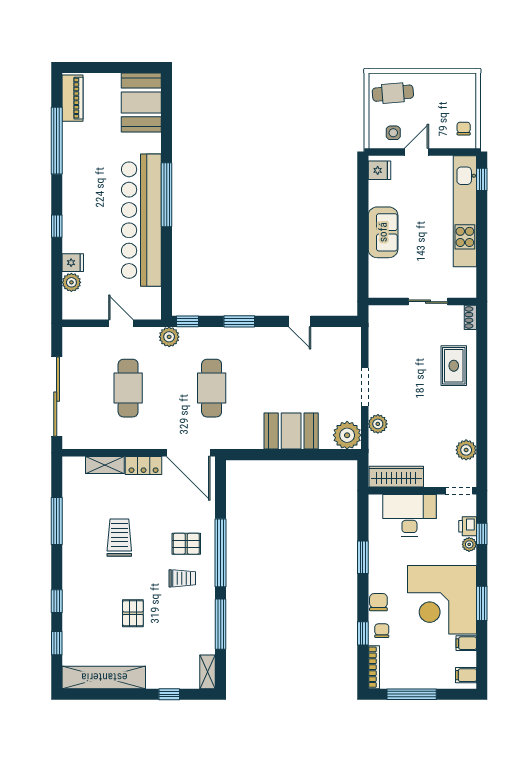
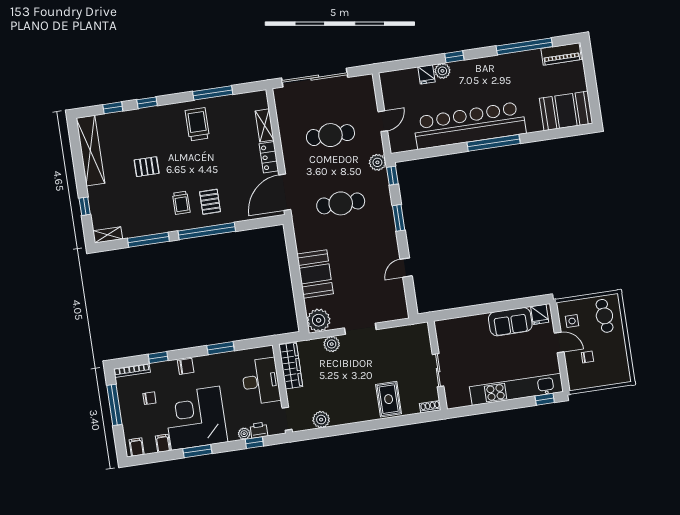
chair: (464, 129) -> (587, 357), moved
sofa: (383, 232) -> (510, 322), moved
plant: (71, 282) -> (442, 71), moved
rug: (454, 366) -> (389, 399), turned 90
trolley: (119, 538) -> (197, 124), moved, turned -90
chair: (382, 631) -> (149, 398), moved

